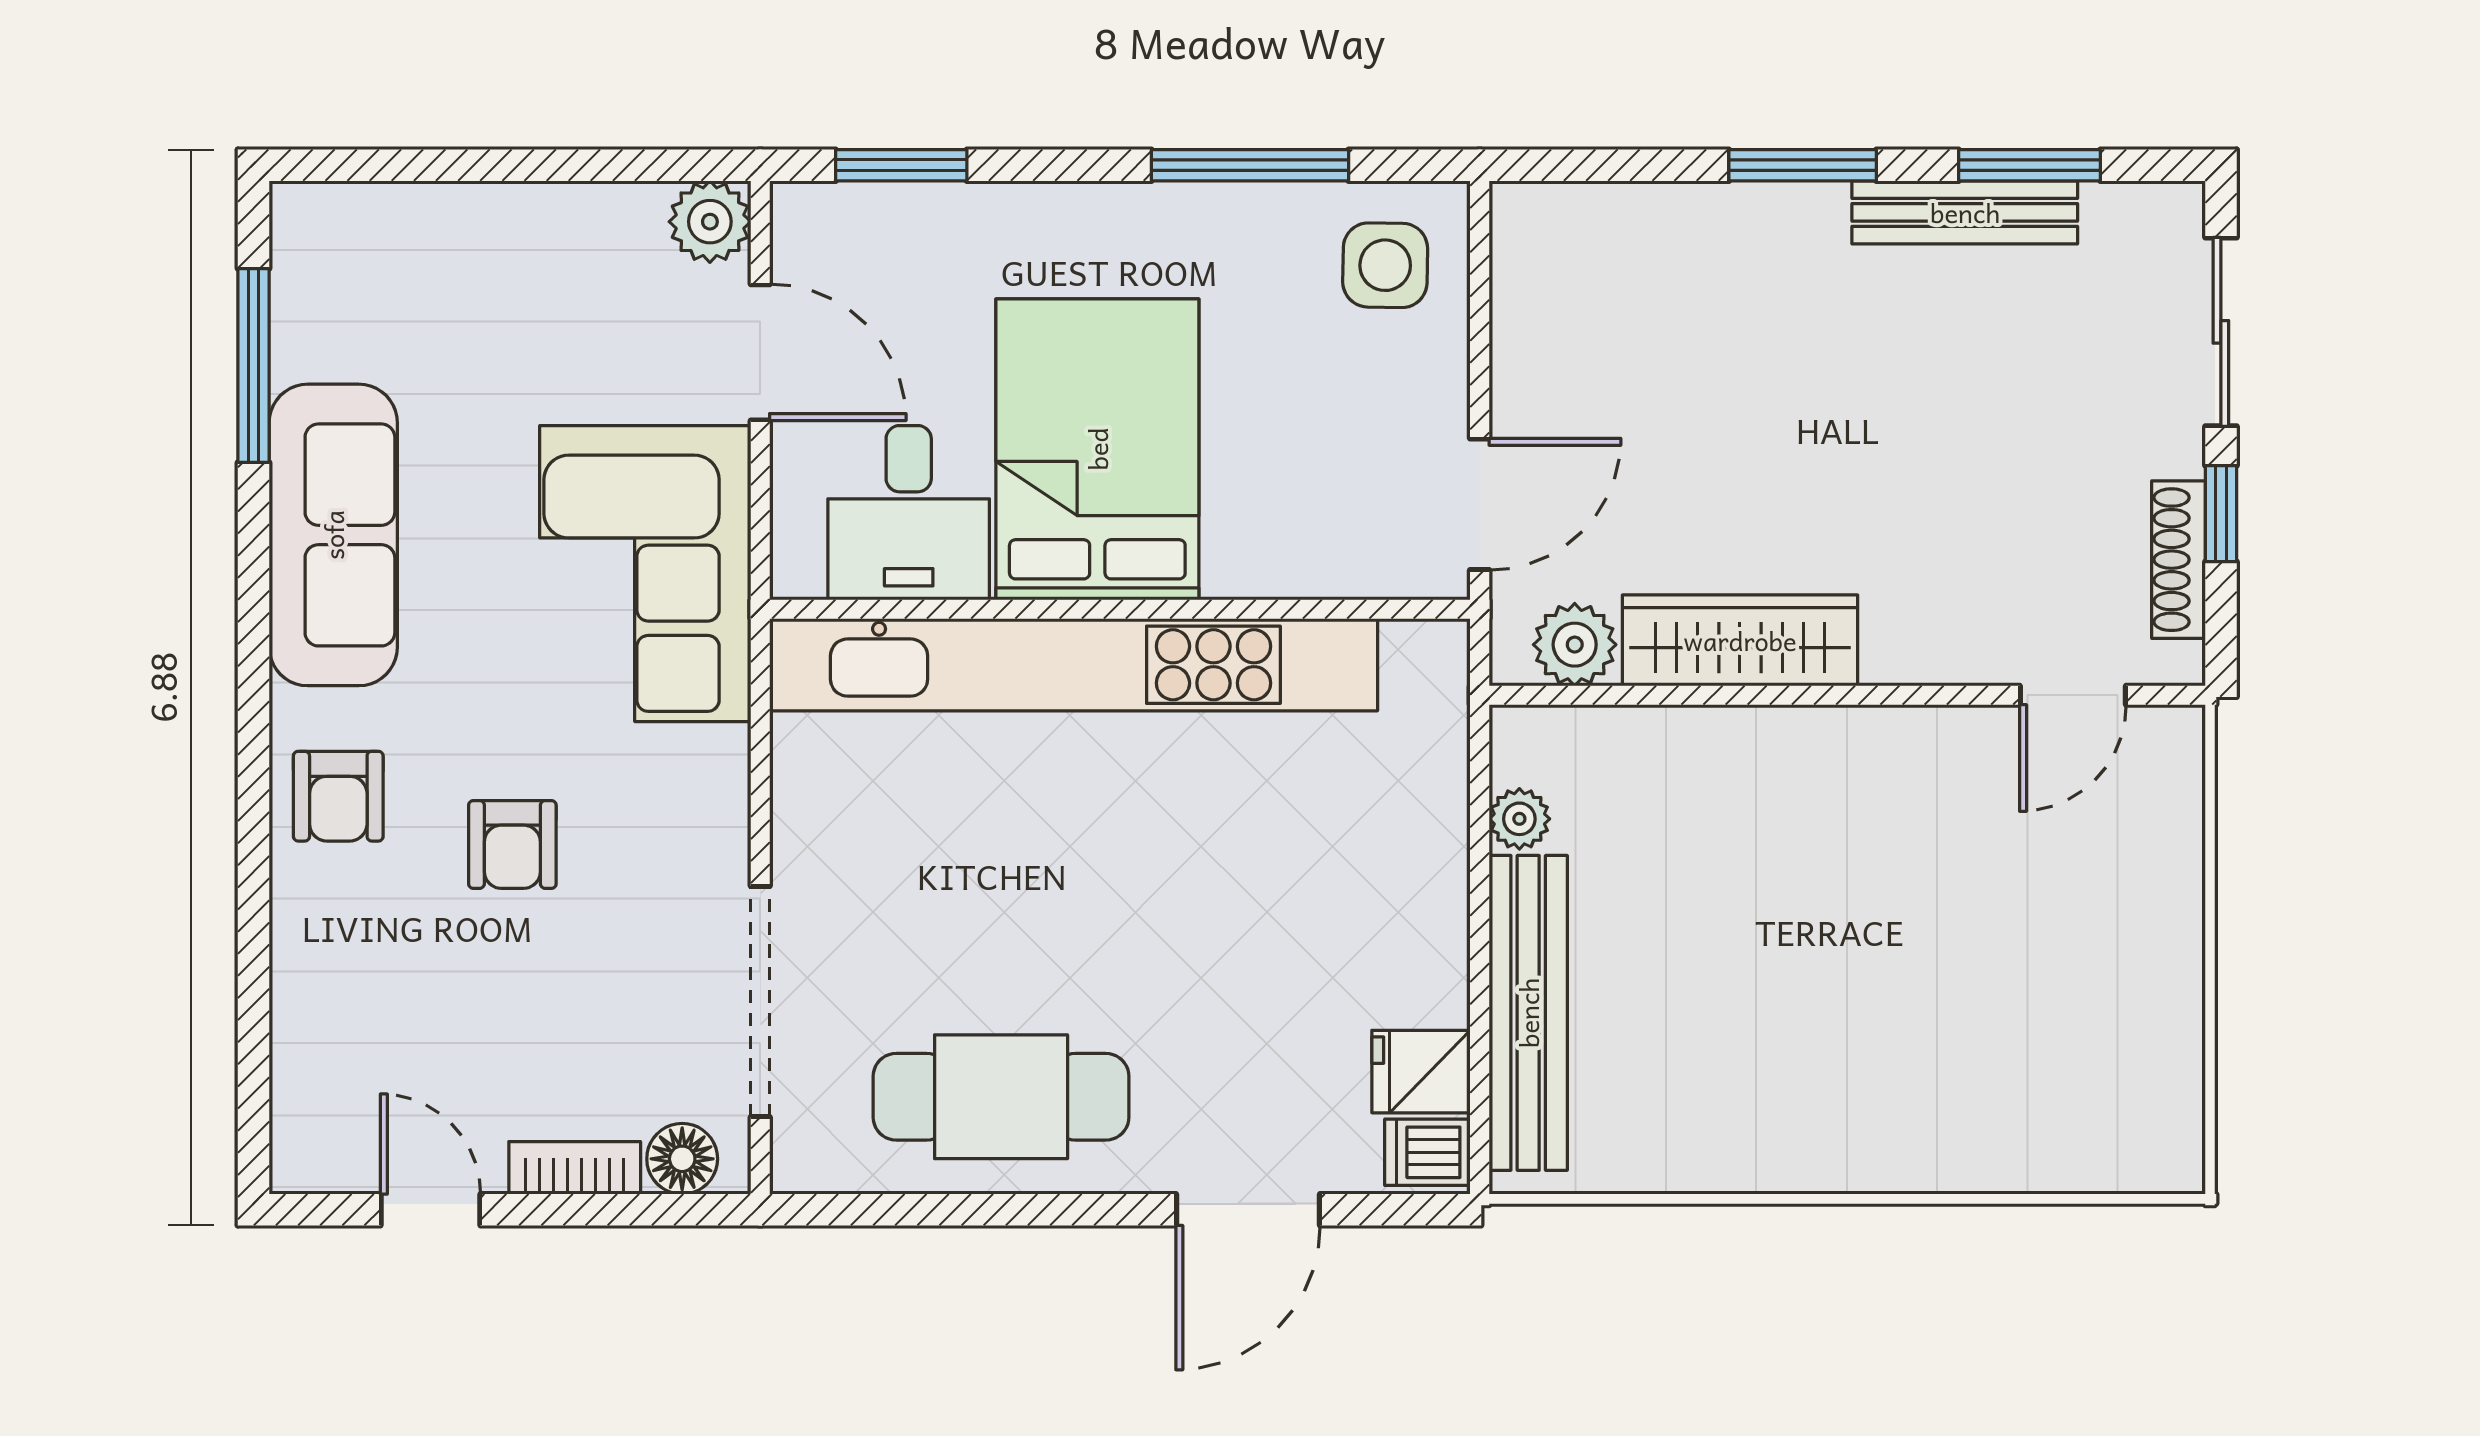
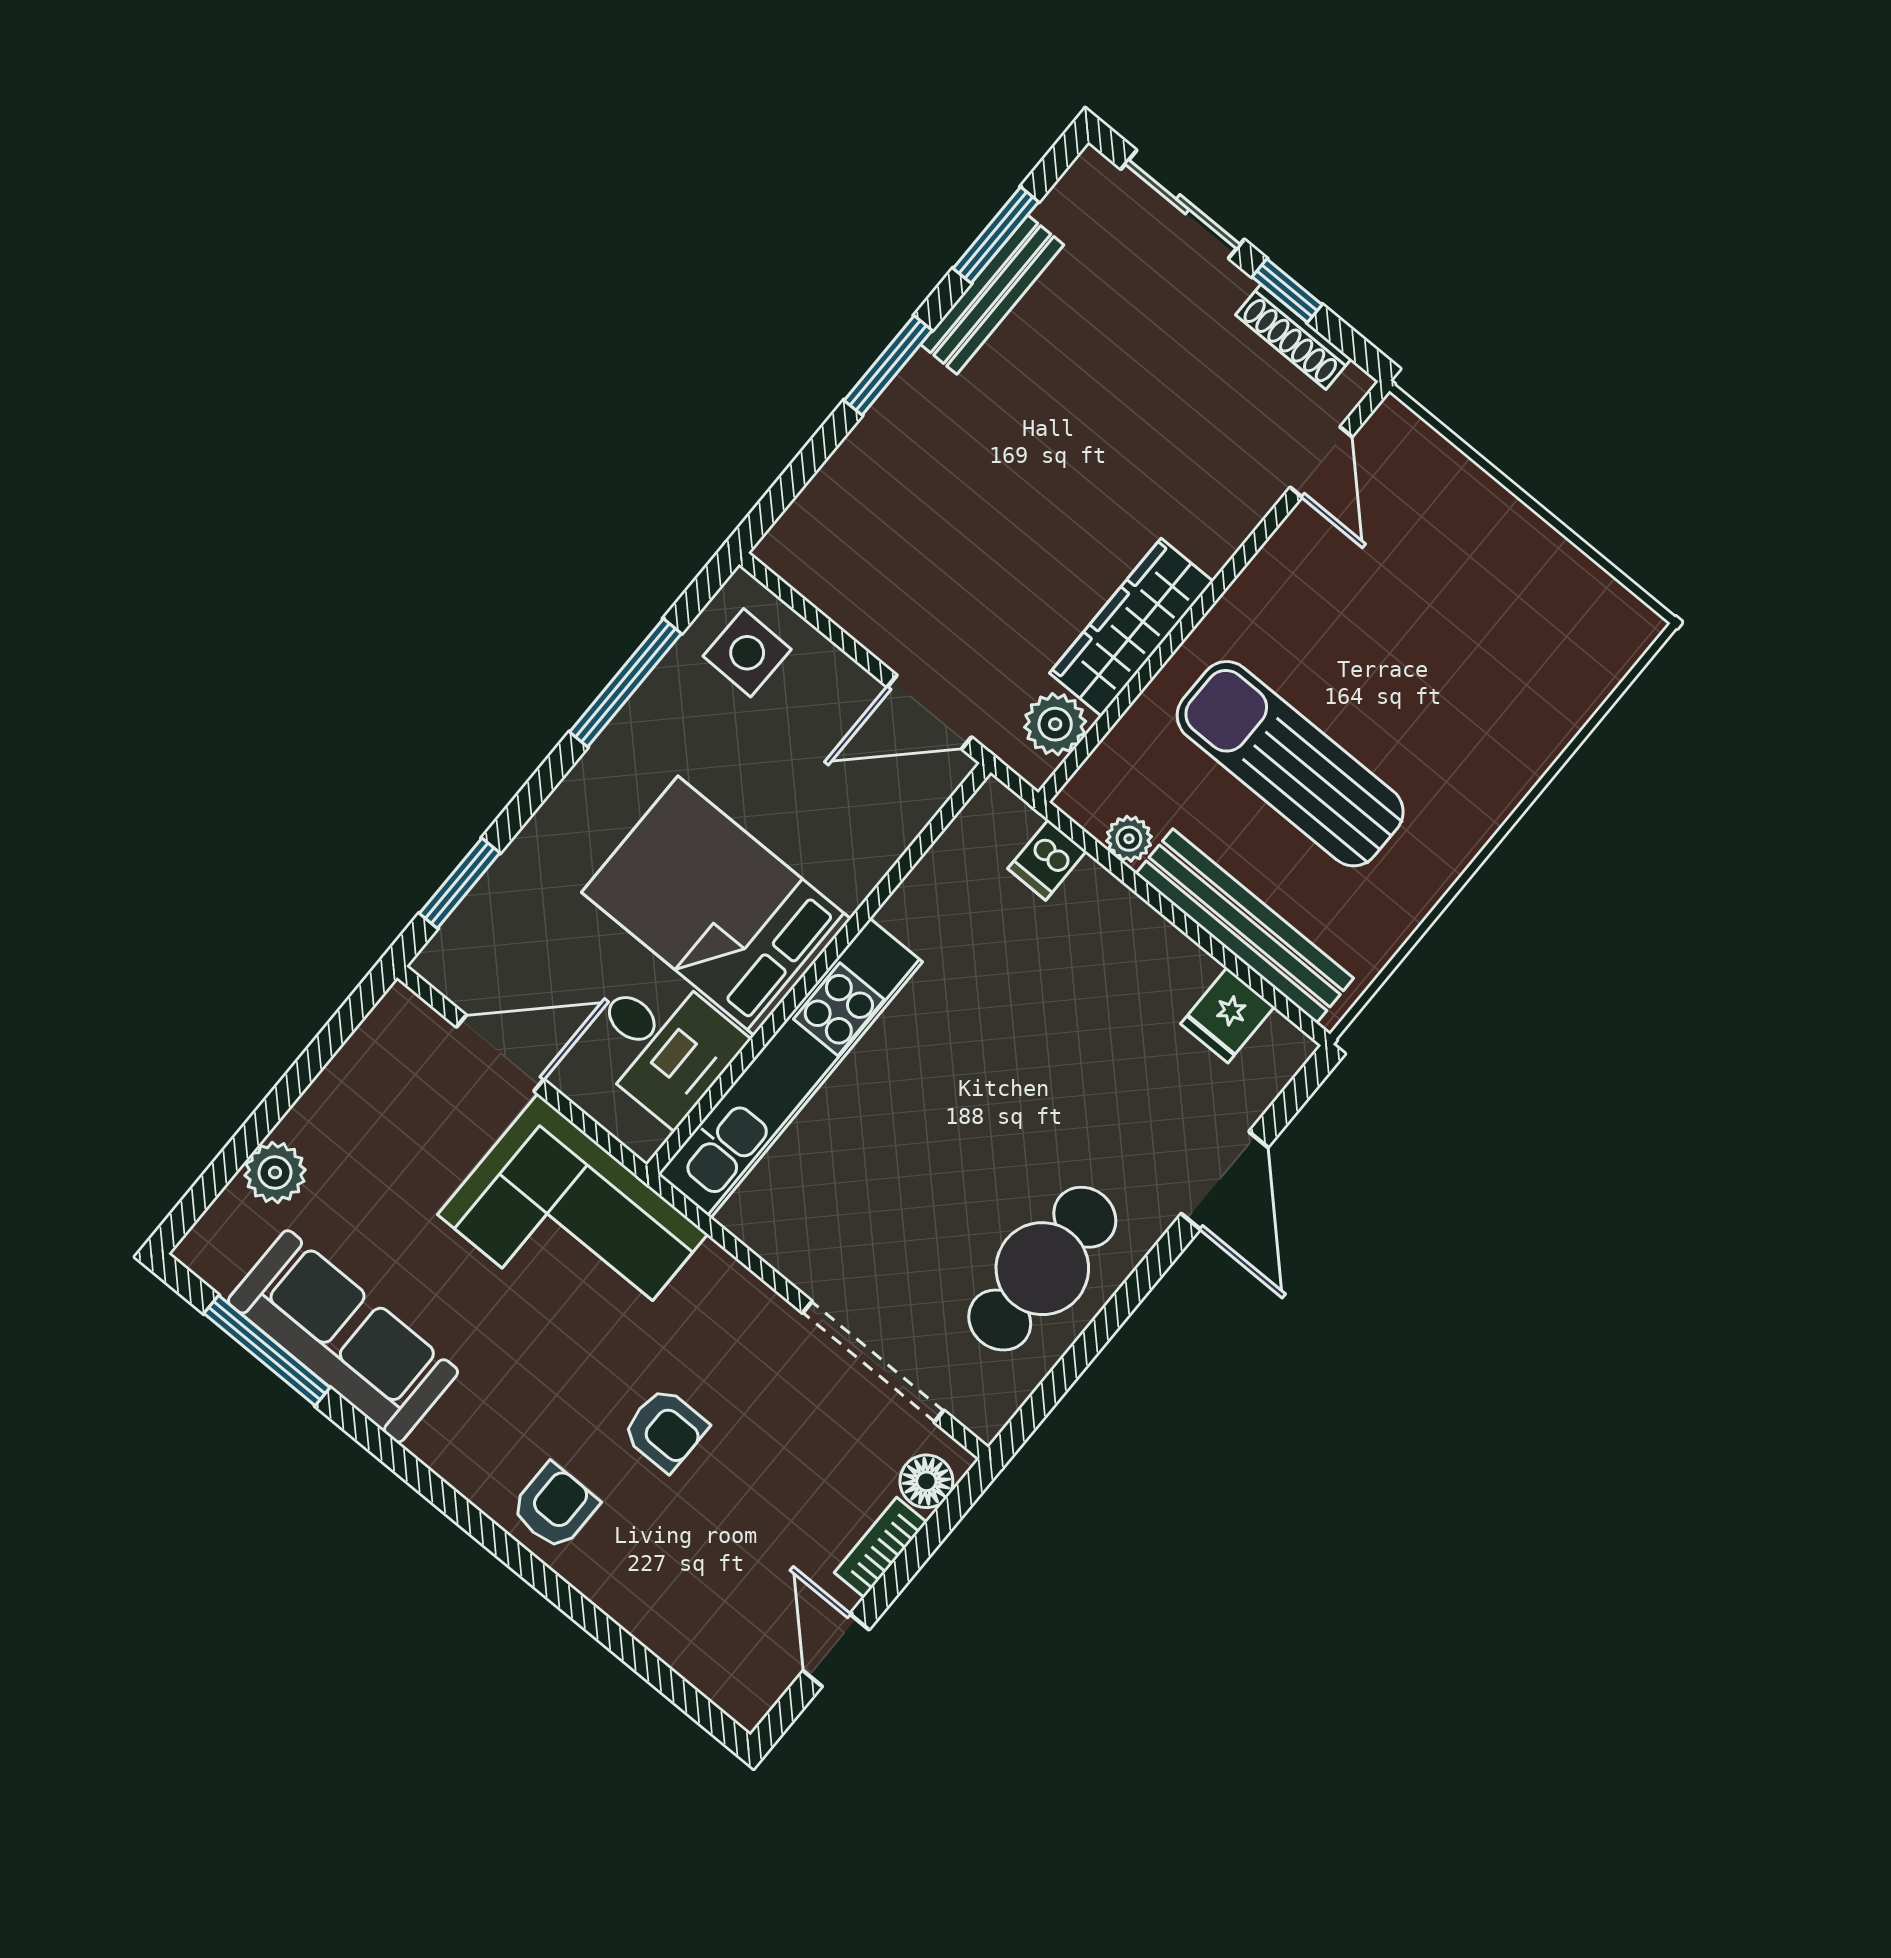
plant: (710, 222) -> (275, 1173), moved
door: (1480, 504) -> (929, 712), swing flipped
sofa: (333, 535) -> (343, 1336), moved
kitchen unit: (1074, 665) -> (790, 1068), width x0.73
armchair: (338, 796) -> (555, 1506), turned -90
sun lounger: (1735, 921) -> (1290, 764), added
dishwasher: (1427, 1152) -> (1047, 860), moved
door: (430, 1210) -> (836, 1650), hinge flipped

